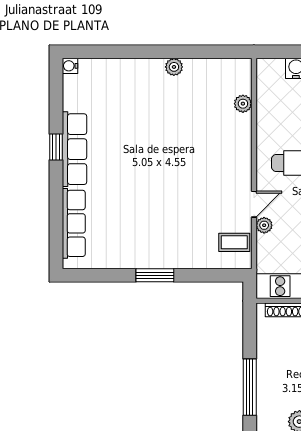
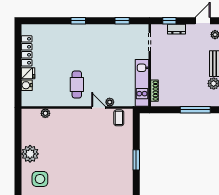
plant: (174, 67) -> (30, 154), width x1.87, depth x1.87
side table: (119, 93) -> (40, 179), added

